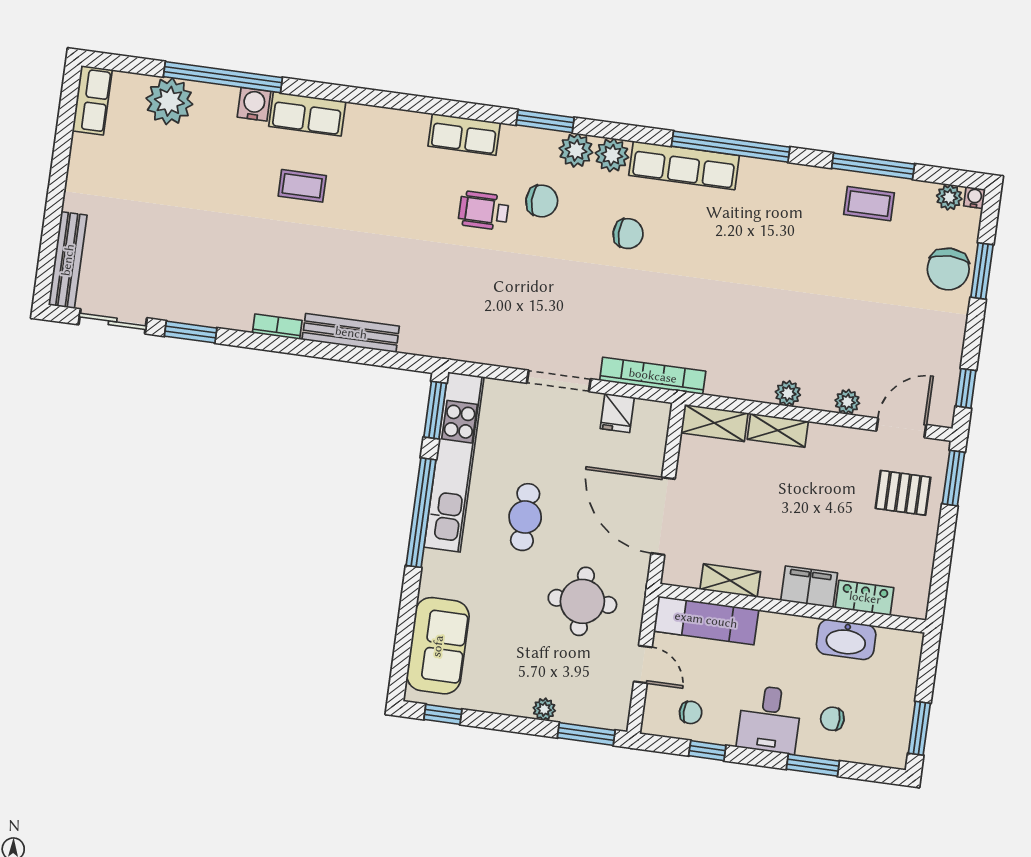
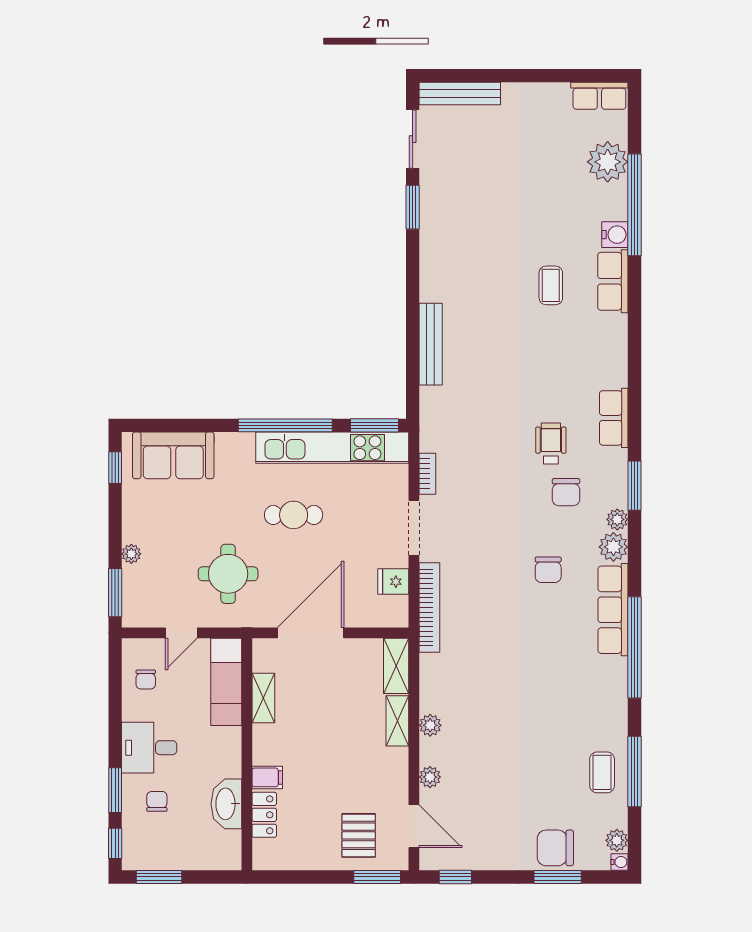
plant: (576, 150) -> (617, 519), width x0.73, depth x0.73
bookcase: (277, 327) -> (427, 474), moved
filing cabinet: (809, 587) -> (267, 777), width x0.50
window: (707, 751) -> (115, 843), moved

